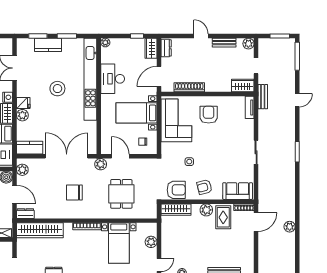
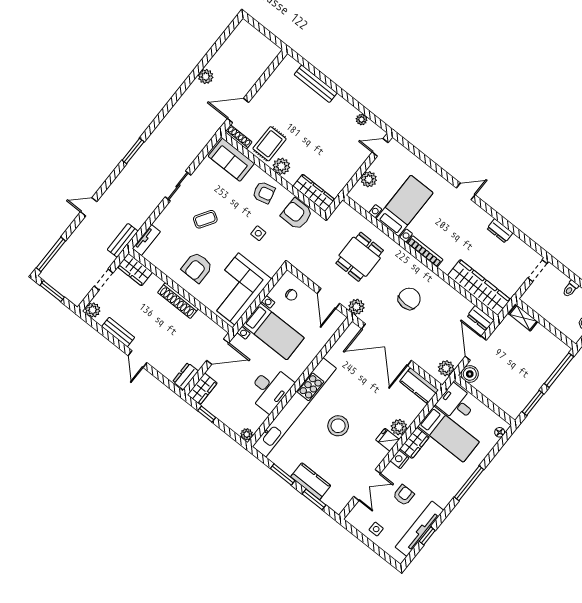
shoe rack: (189, 87) -> (178, 301), moved
coffee table: (226, 146) -> (205, 219), added
chair: (74, 193) -> (409, 299), turned -90

